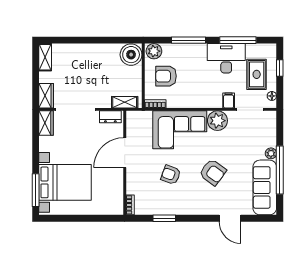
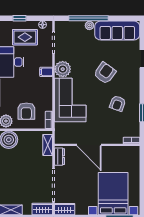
filing cabinet: (229, 100) -> (46, 72), moved
window: (280, 170) -> (89, 18), moved
armchair: (171, 175) -> (118, 103), moved

